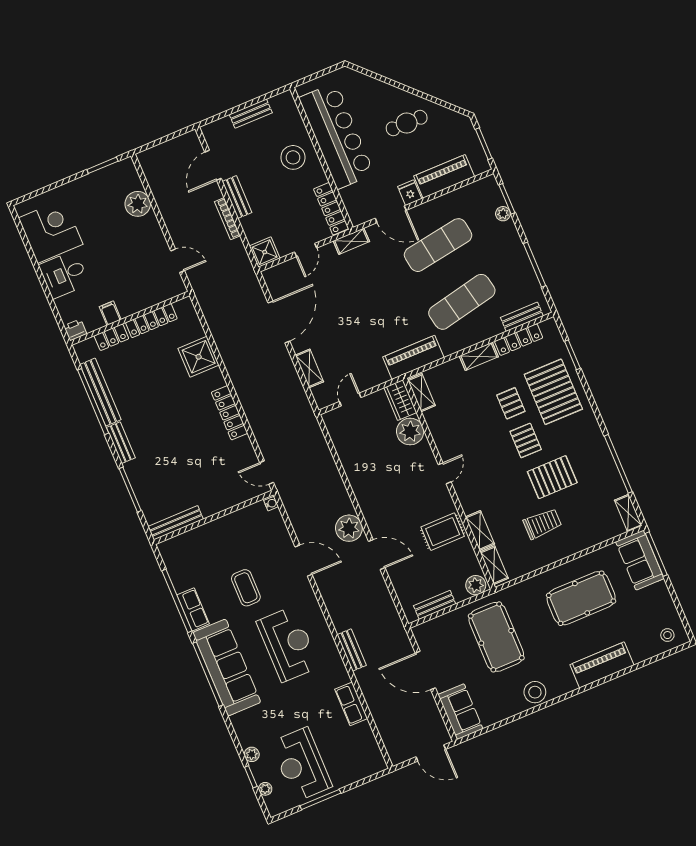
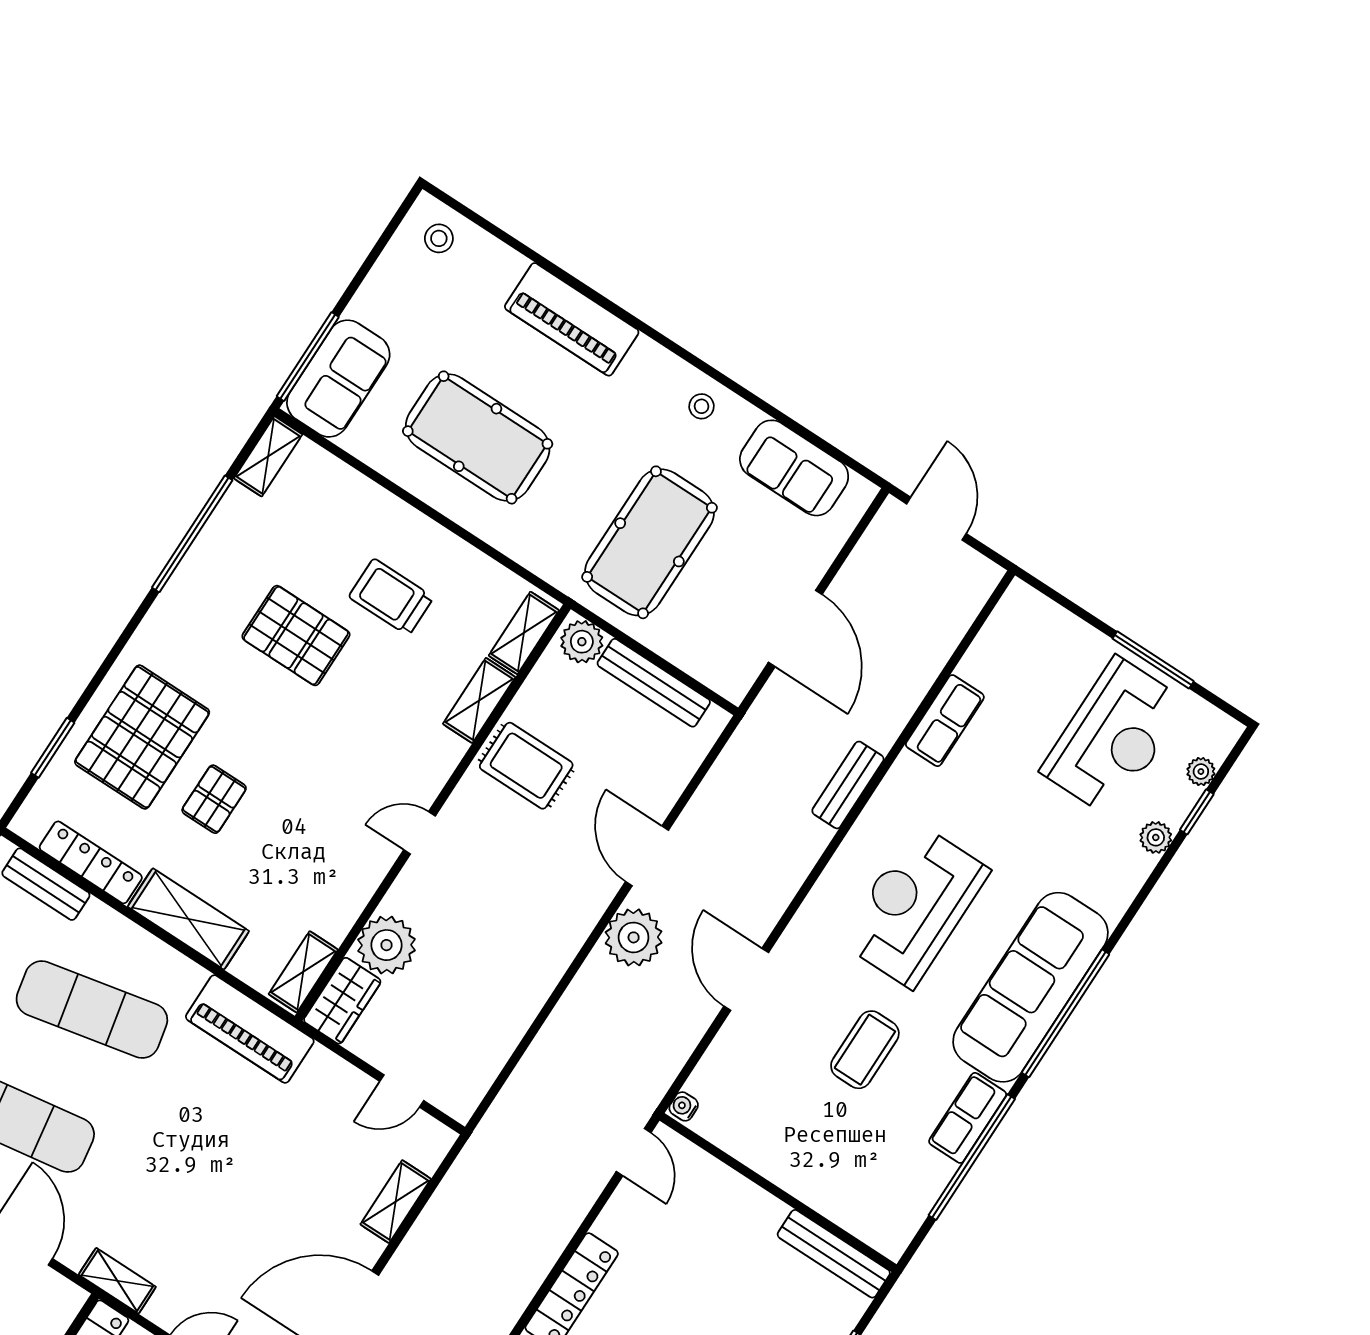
shelving: (479, 356) -> (188, 919), width x1.50, depth x1.33
pallet: (526, 440) -> (263, 728), removed
bench: (435, 605) -> (654, 683), width x1.36
stool: (535, 692) -> (702, 406), width x0.53, depth x0.53
sofa: (460, 712) -> (794, 468), moved, turned -90

